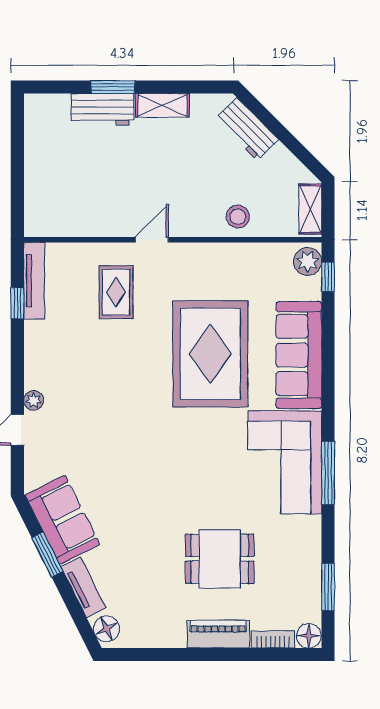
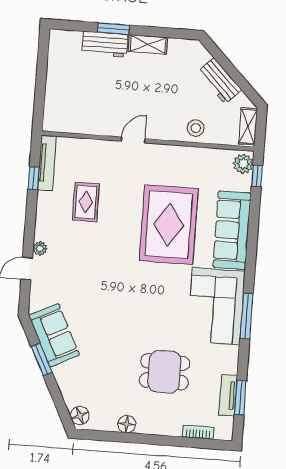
workbench: (247, 129) -> (220, 81), moved
rug: (116, 292) -> (86, 202), moved
tv unit: (83, 587) -> (228, 395), moved, turned -153
piano: (218, 634) -> (159, 425), removed
floor lamp: (309, 636) -> (127, 424), moved

